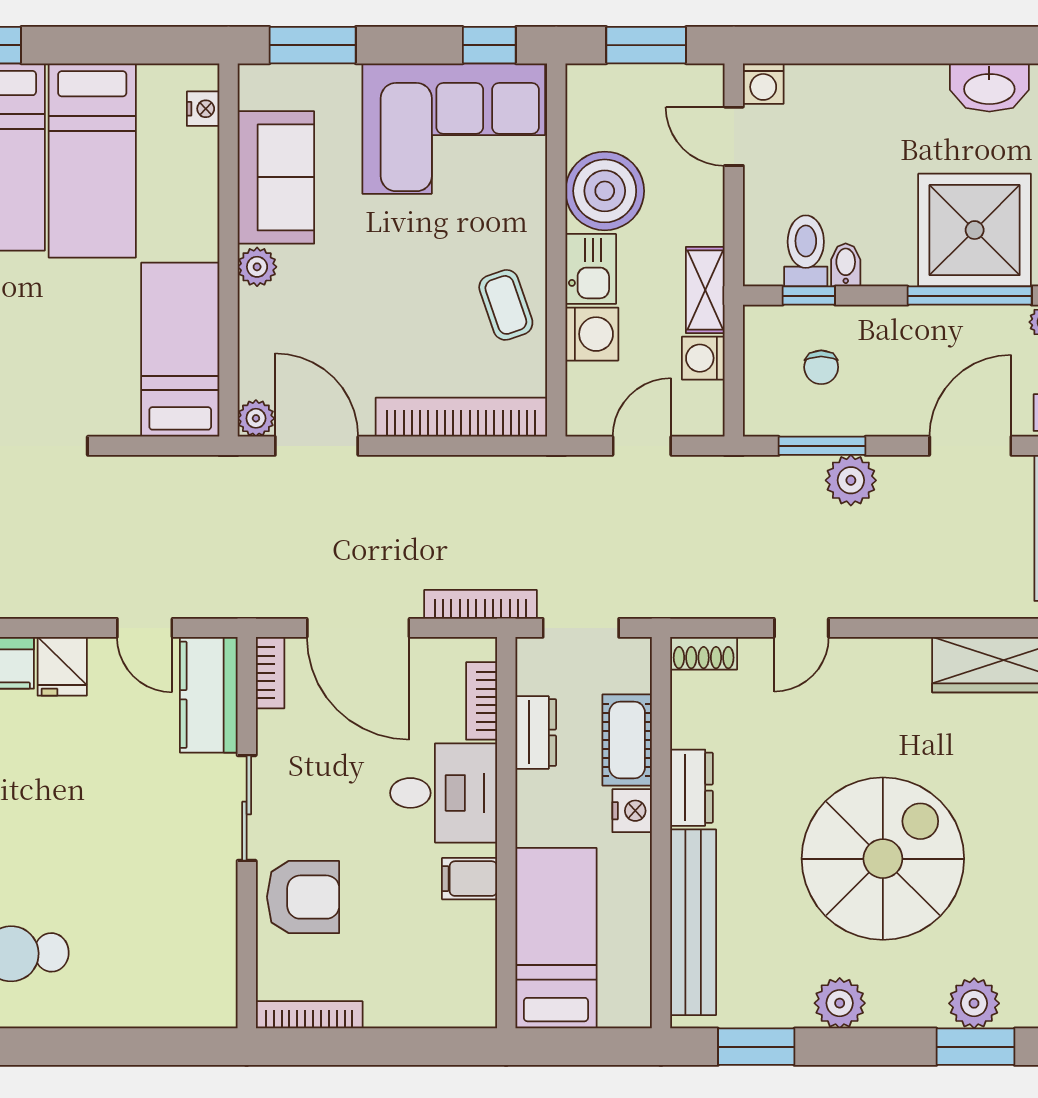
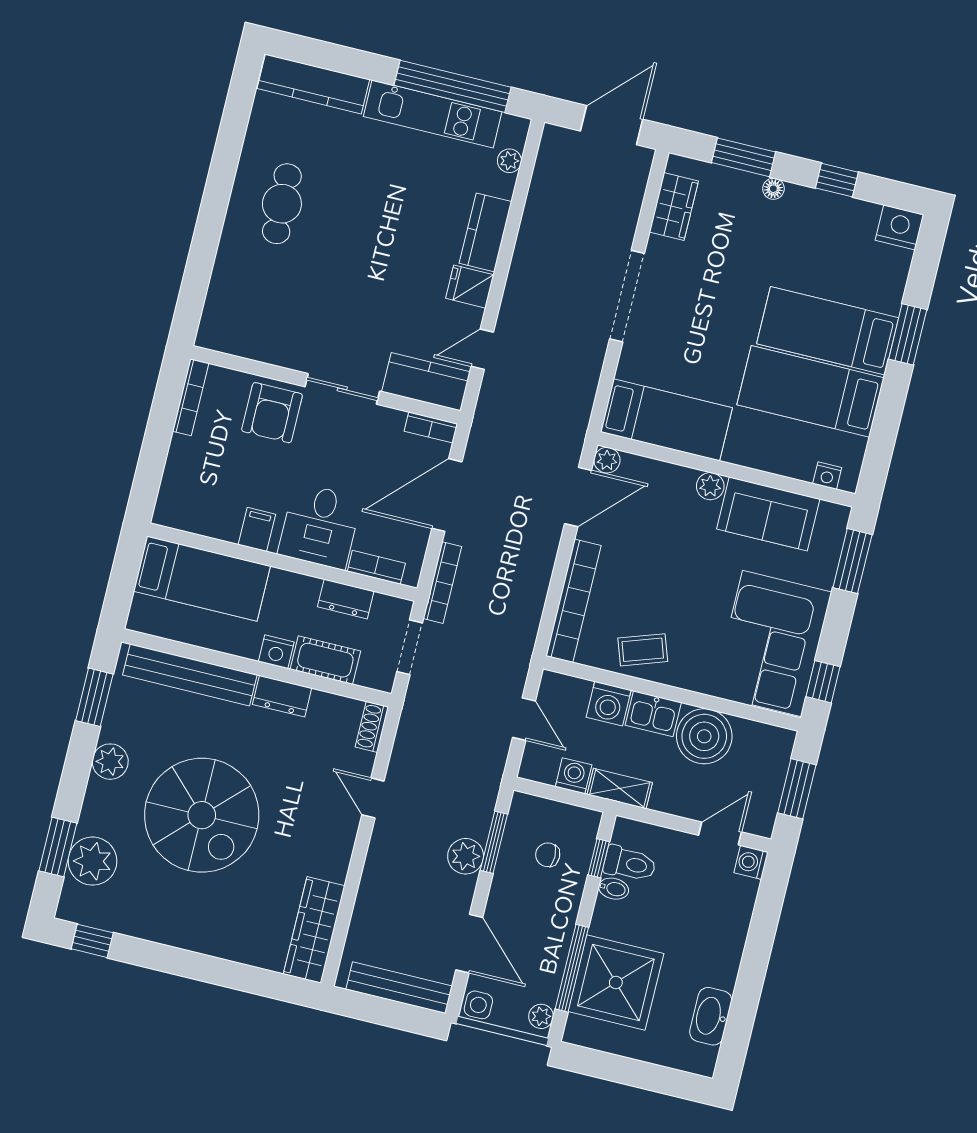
plant: (974, 1003) -> (93, 861), width x1.36, depth x1.36

